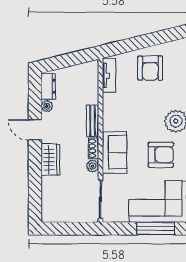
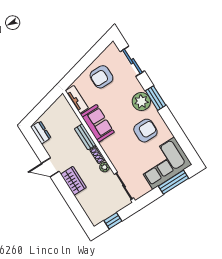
armchair: (150, 68) -> (101, 77), turned 90
plant: (47, 106) -> (48, 146), removed
sofa: (114, 152) -> (97, 123), moved
window: (65, 229) -> (113, 221), added

